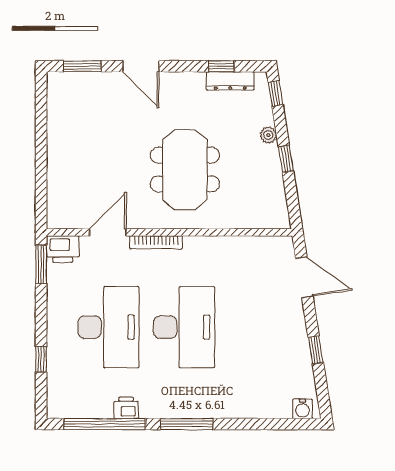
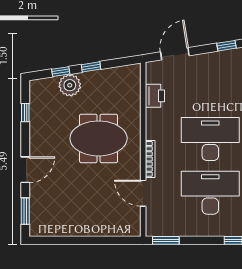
dresser: (230, 81) -> (36, 106), removed
window: (276, 93) -> (61, 72), moved
plant: (268, 135) -> (70, 85), width x1.88, depth x1.88
printer: (63, 249) -> (155, 96), moved

